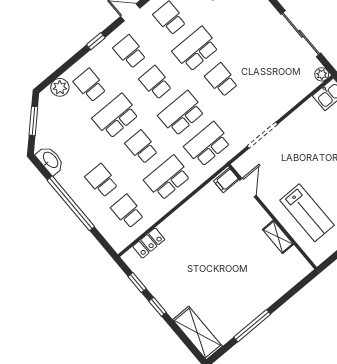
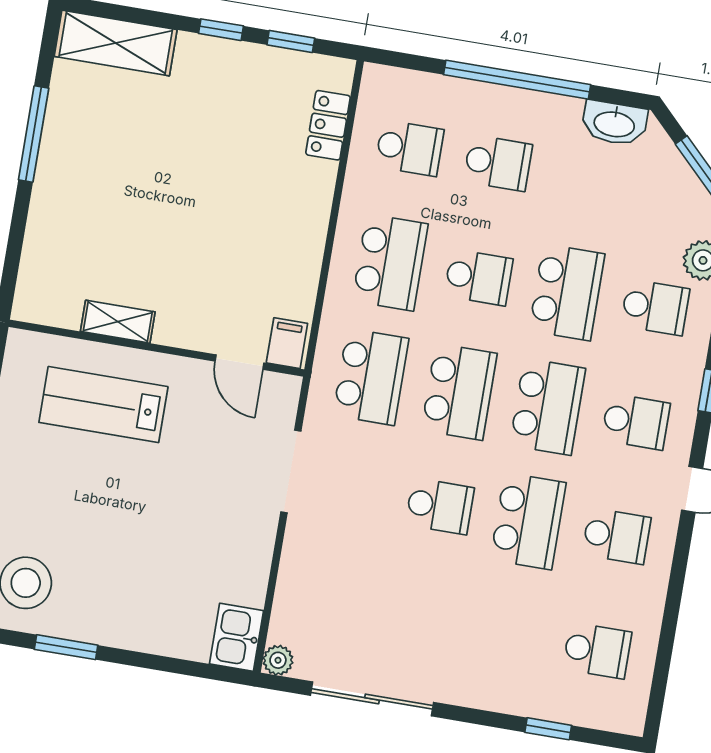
school desk: (156, 83) -> (547, 407), width x1.85

